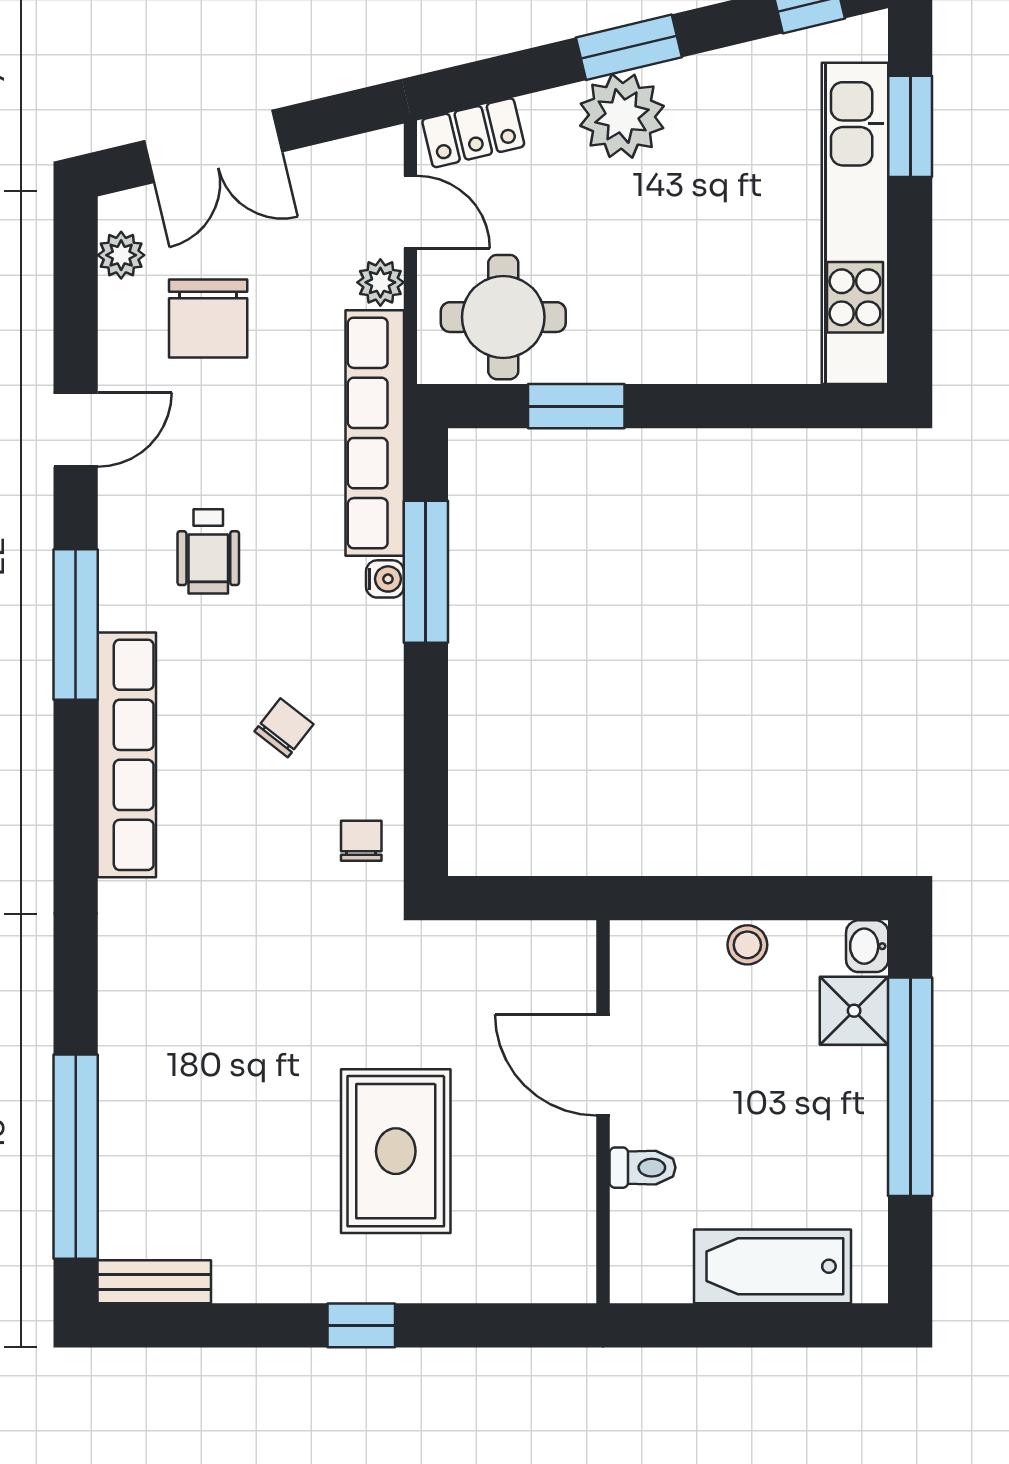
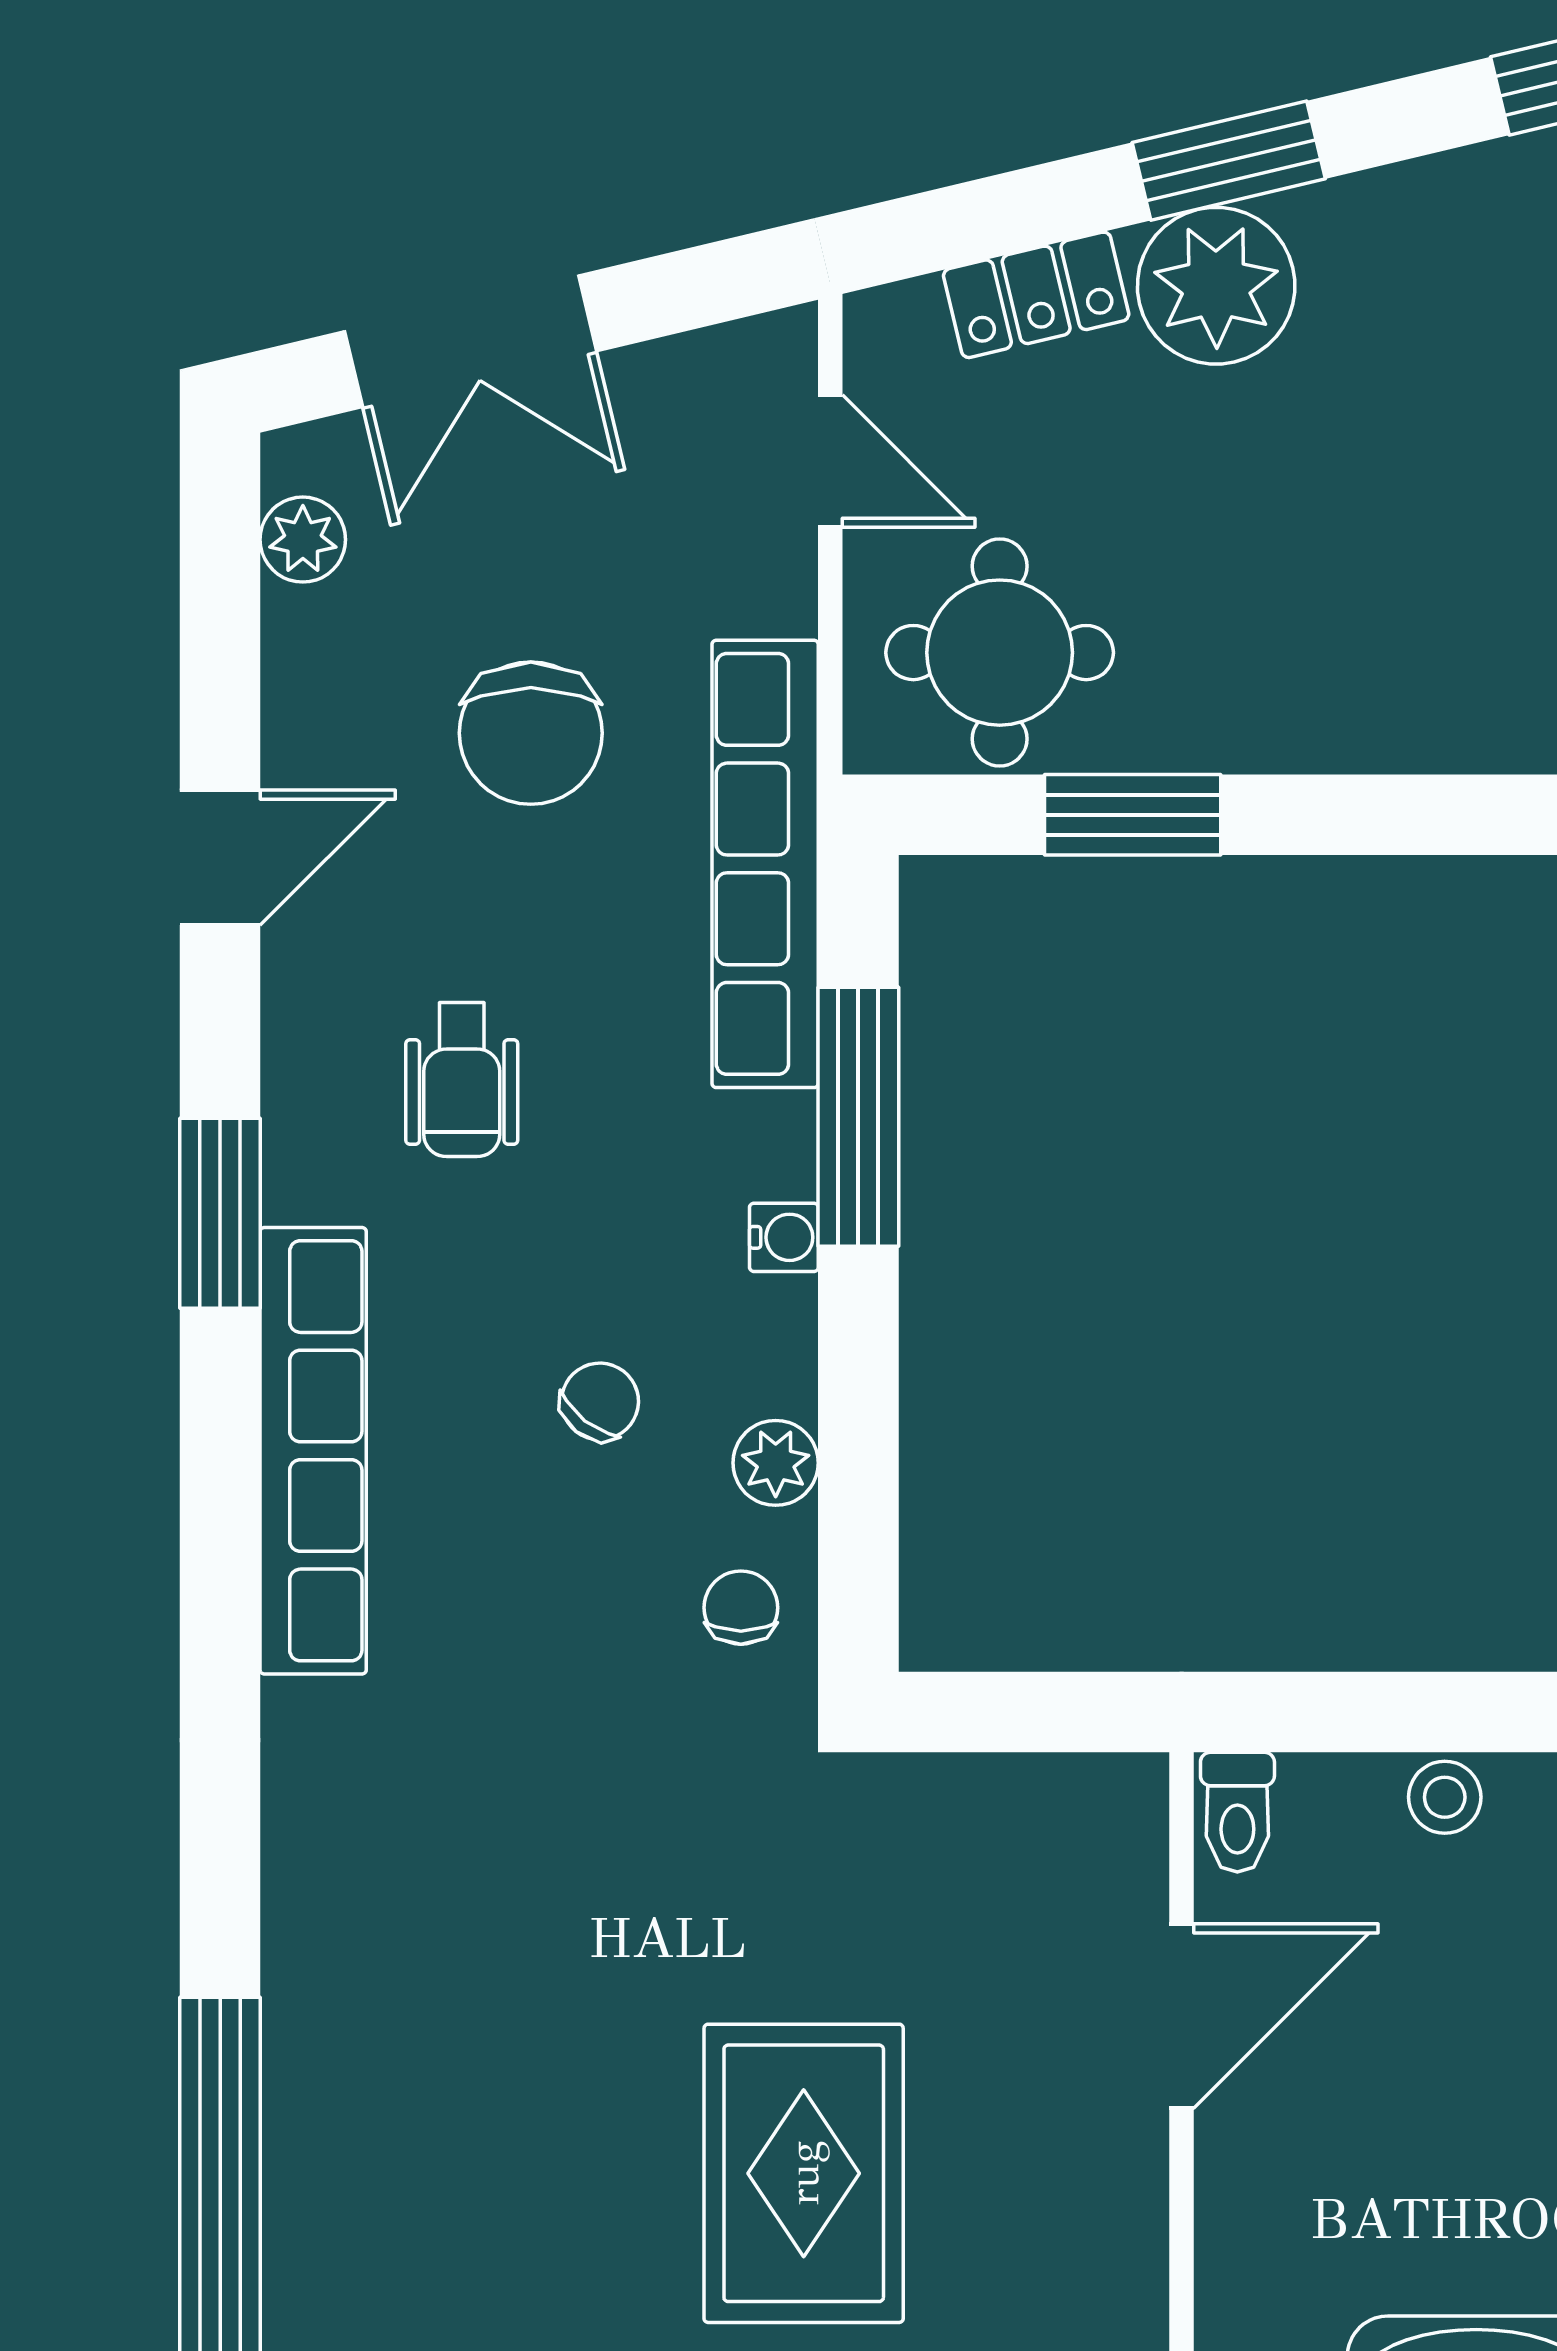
locker: (473, 133) -> (1036, 295), moved
plant: (380, 282) -> (776, 1463), moved
chair: (208, 319) -> (531, 733), moved
water cooler: (385, 579) -> (784, 1237), moved
window: (76, 625) -> (220, 1213), width x0.69
door: (603, 1065) -> (1182, 2016), swing flipped
toilet: (643, 1168) -> (1237, 1812), moved, turned 90

